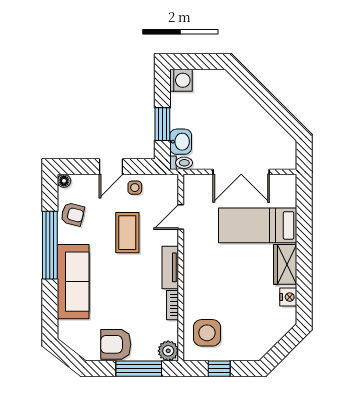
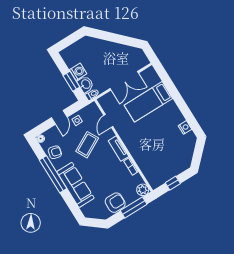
washing machine: (181, 80) -> (78, 72), moved
coffee table: (127, 233) -> (87, 145), turned 62
wardrobe: (285, 264) -> (174, 112), removed
side table: (207, 333) -> (156, 169), removed
armchair: (116, 344) -> (115, 203), turned 180

